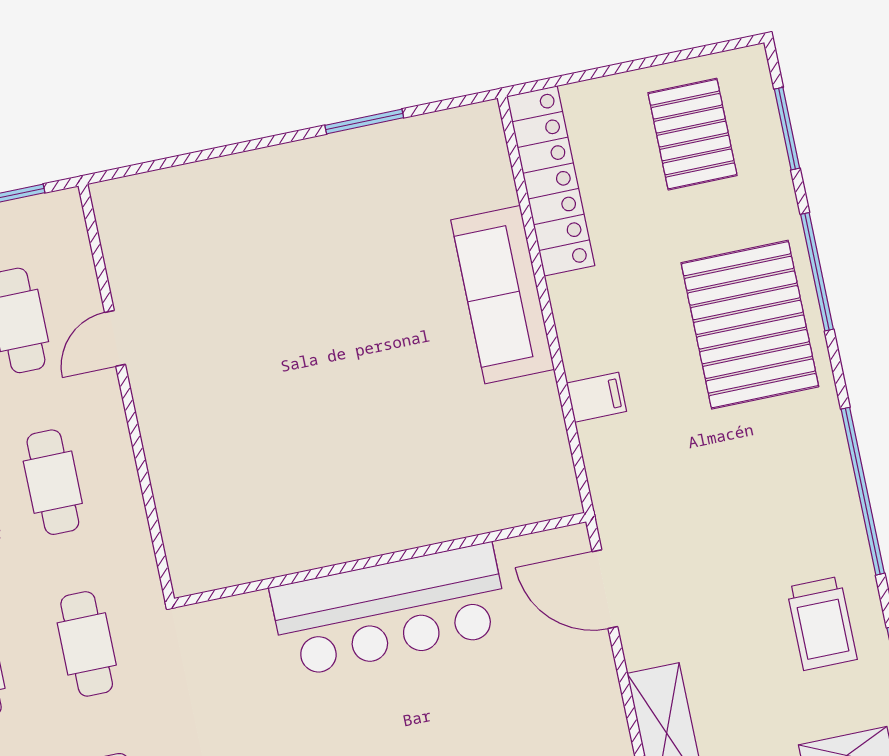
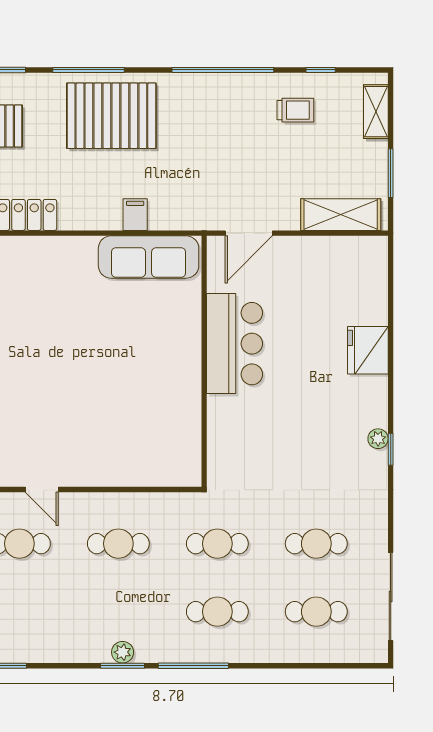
sofa: (503, 295) -> (149, 257), moved
bar counter: (390, 610) -> (235, 344), width x0.73
trolley: (822, 623) -> (295, 110), width x0.73, depth x0.72

